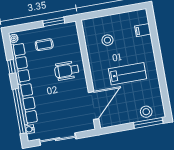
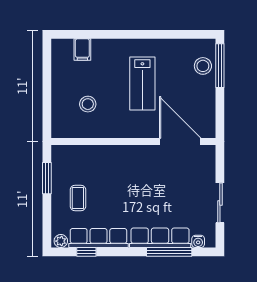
window: (11, 67) -> (86, 252), moved
wheelchair: (67, 71) -> (122, 172), removed
lab bench: (127, 74) -> (142, 84), turned 180
window: (19, 111) -> (169, 252), width x0.68
sliding door: (58, 139) -> (220, 203), width x0.73

